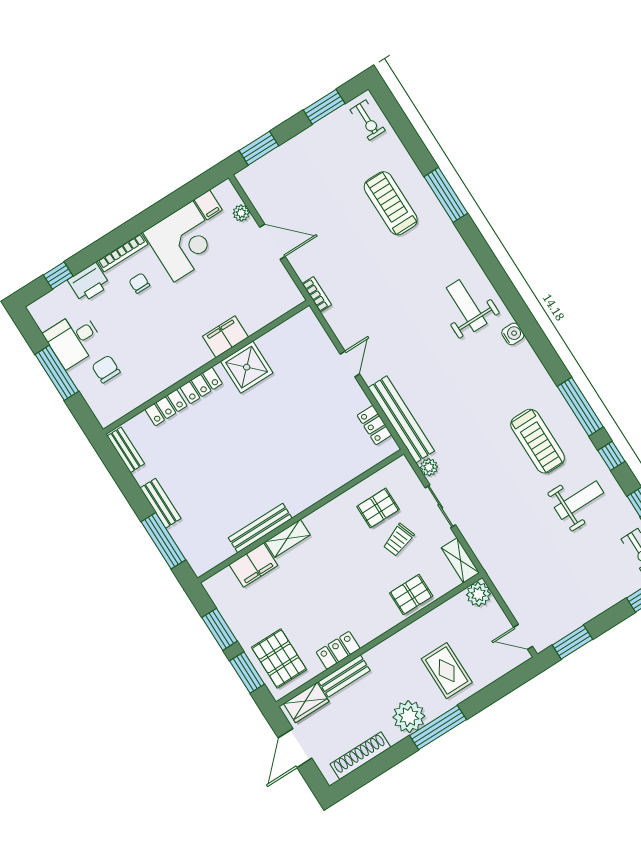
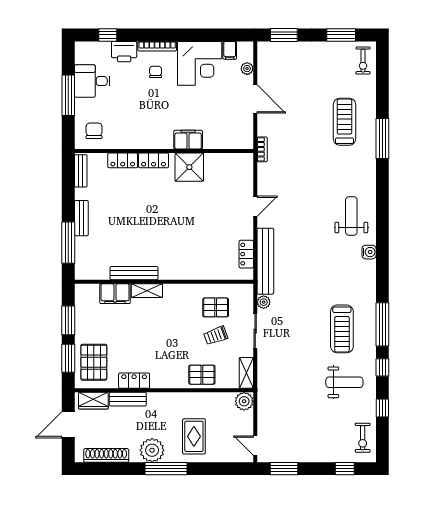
chair: (106, 369) -> (94, 131), moved

